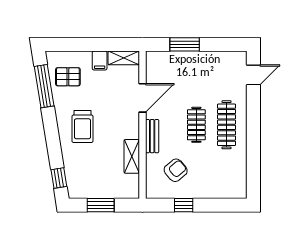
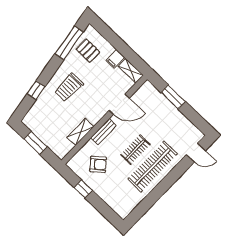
clothes rail: (226, 125) -> (153, 166), width x1.37, depth x1.31
window: (59, 178) -> (36, 90), moved

